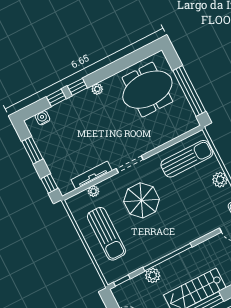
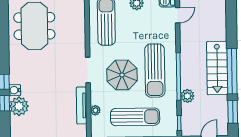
plant: (97, 89) -> (19, 106), moved, width x1.87, depth x1.87
water cooler: (42, 118) -> (15, 90), moved
sun lounger: (162, 231) -> (155, 71), added

